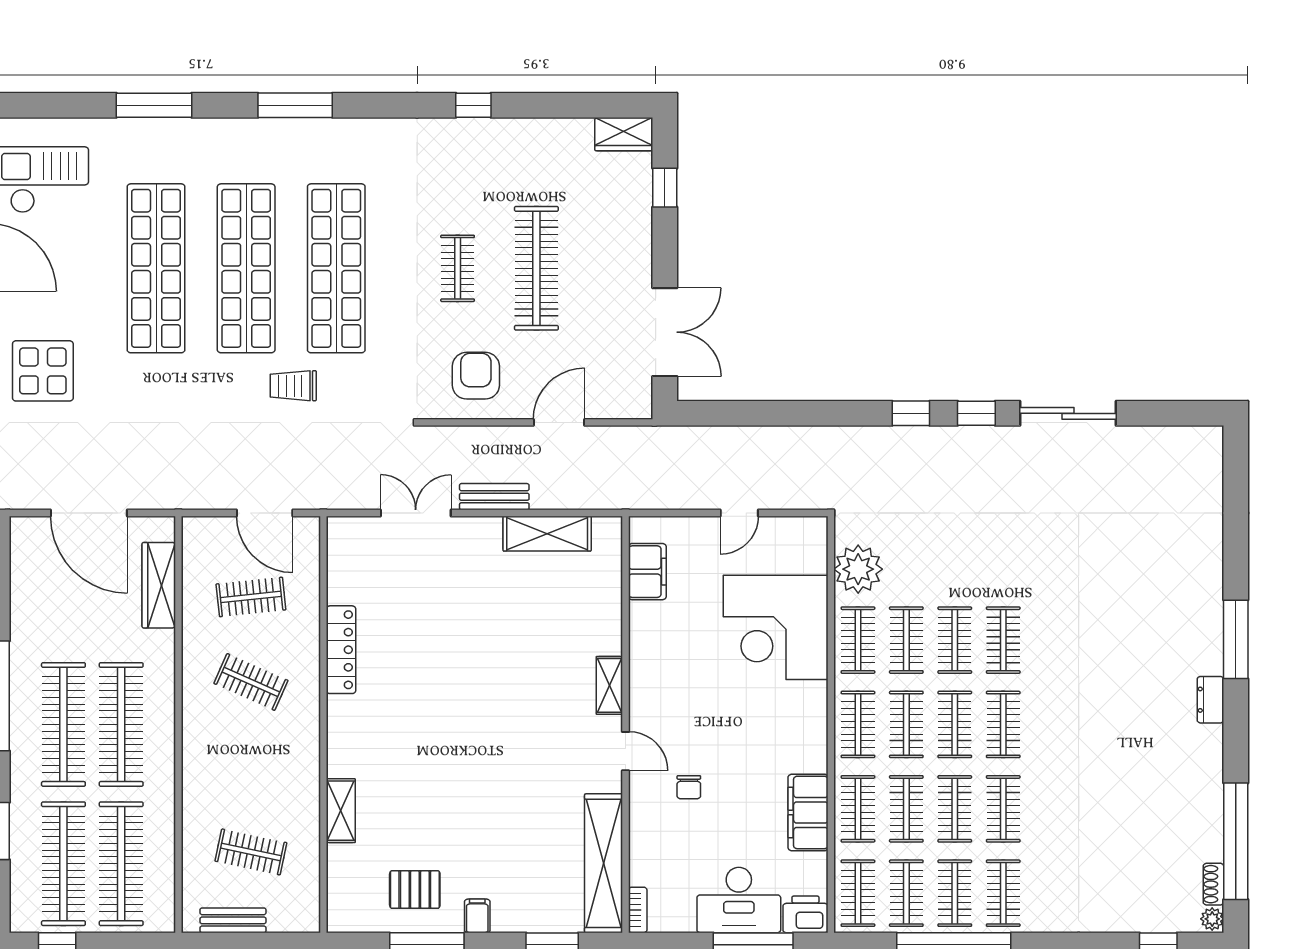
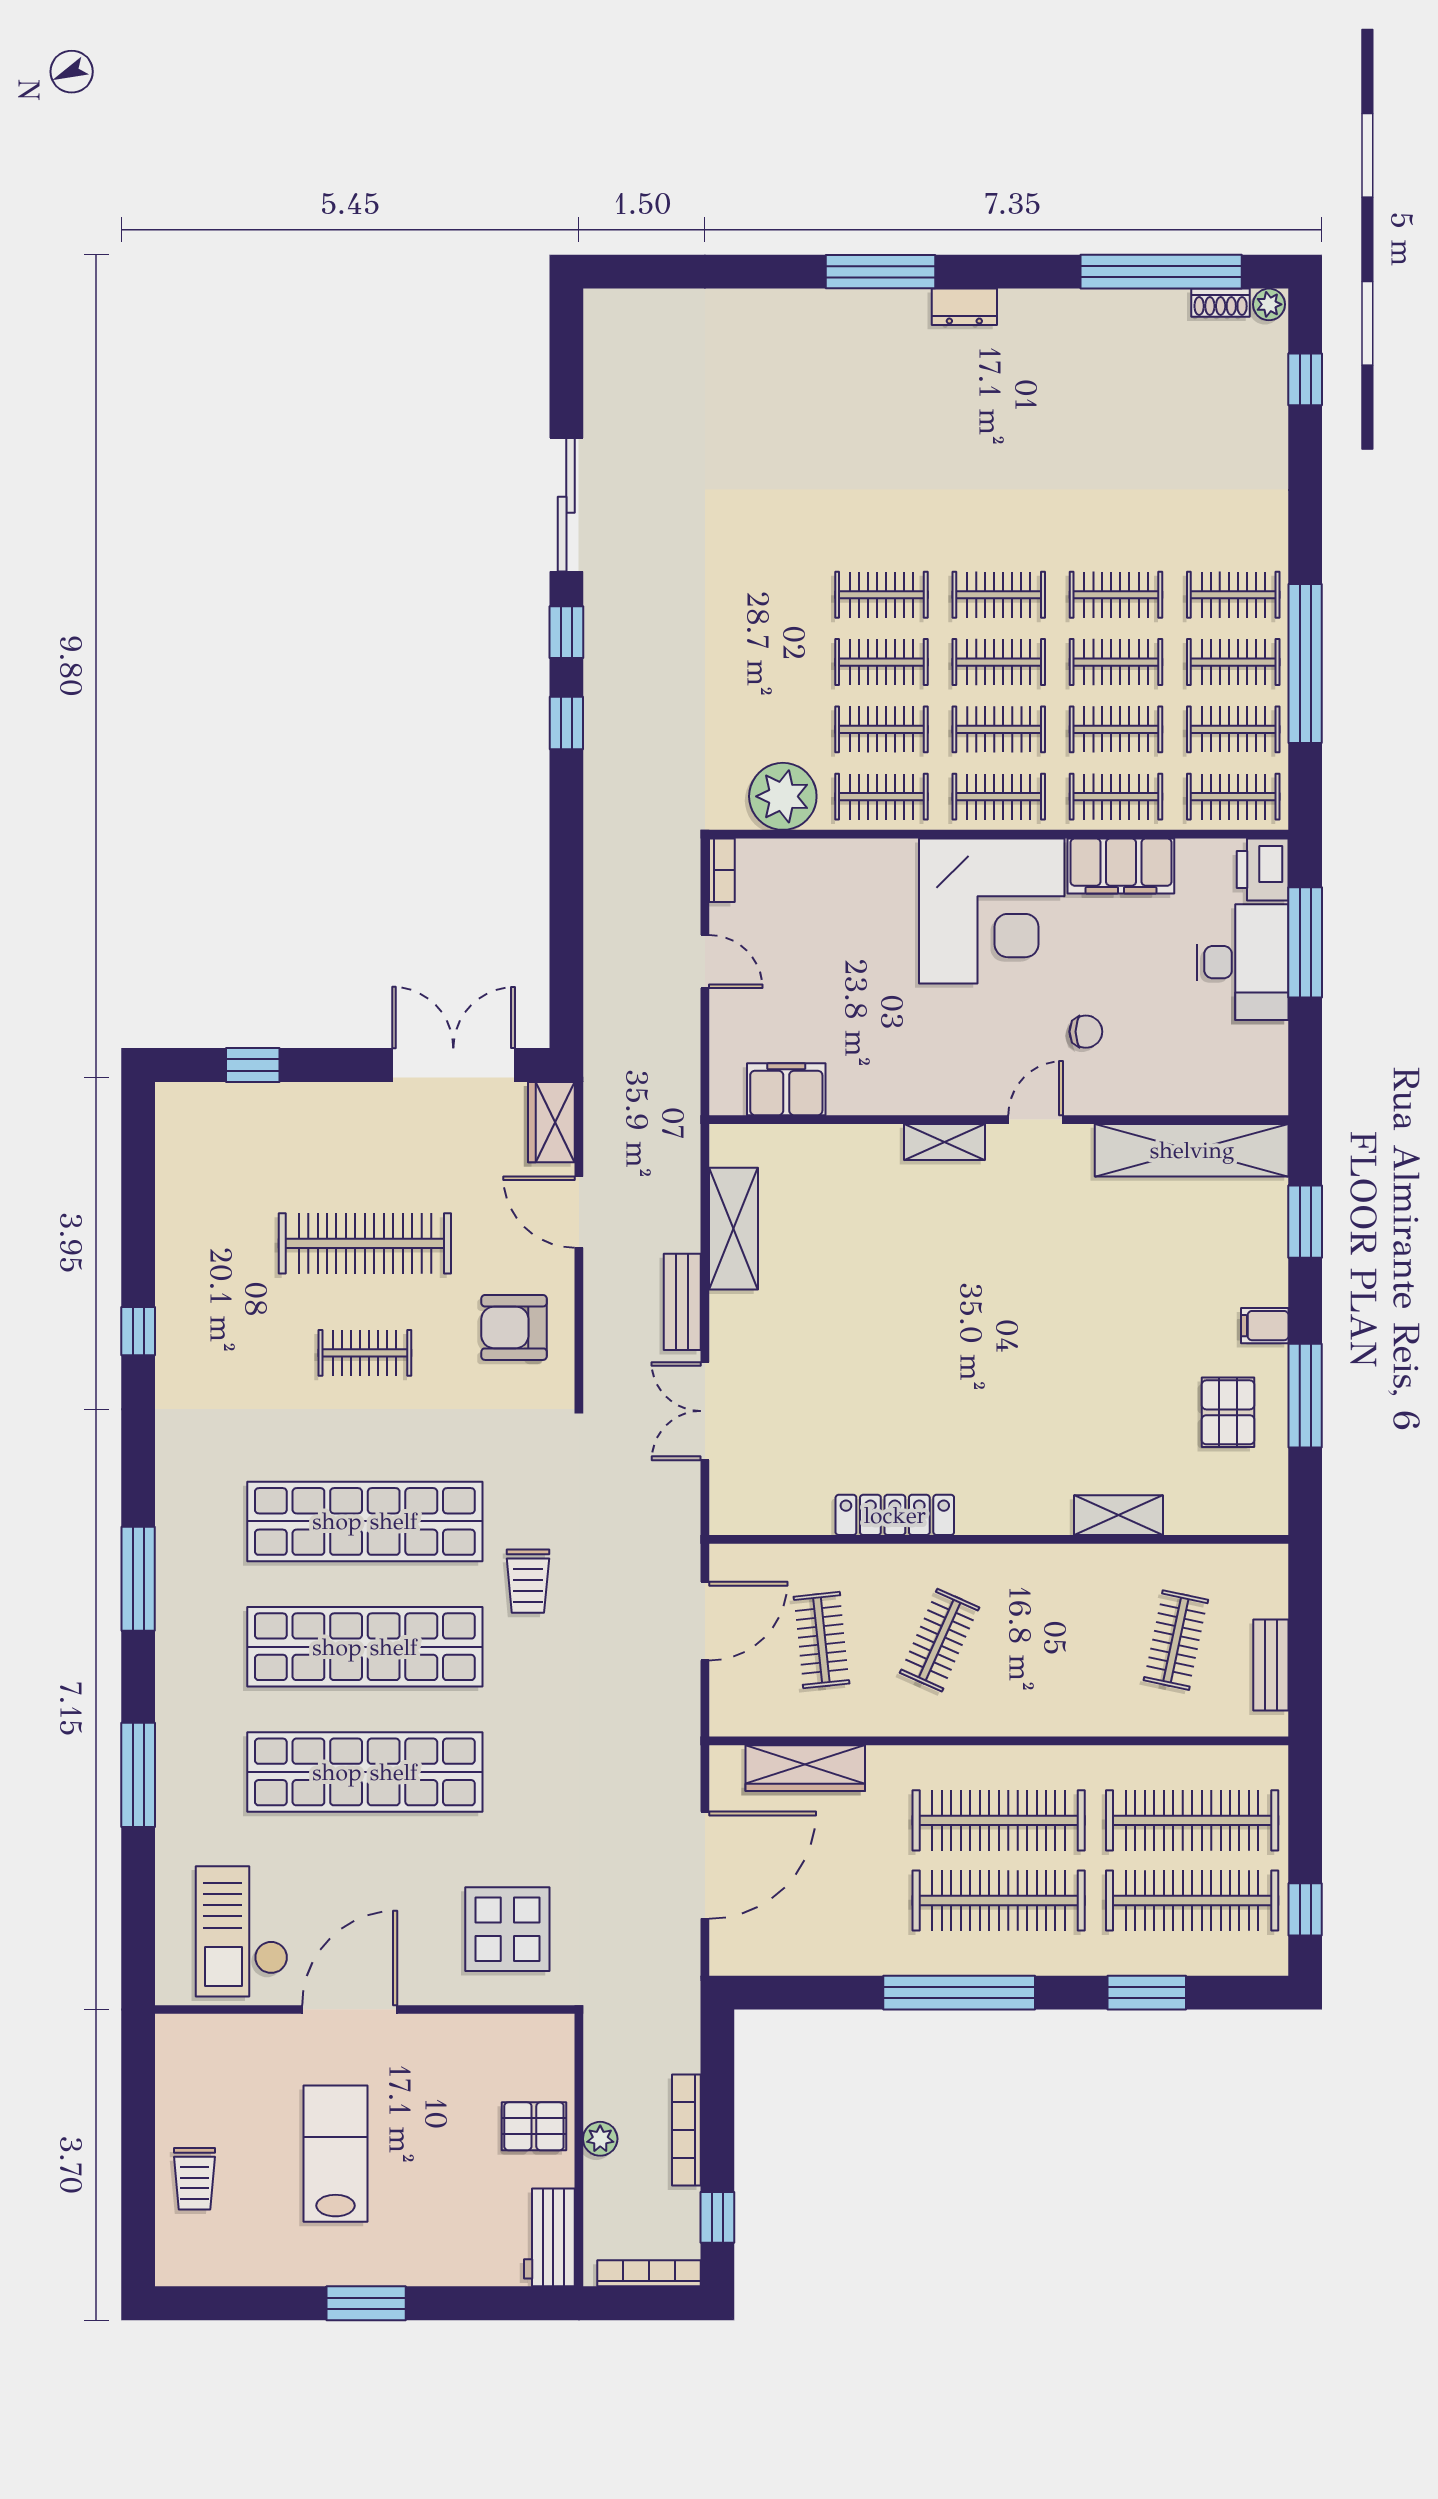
wardrobe: (624, 134) -> (551, 1122), moved, turned 180
corner desk: (776, 627) -> (992, 911), moved
bookcase: (638, 910) -> (722, 870), moved, turned 90

